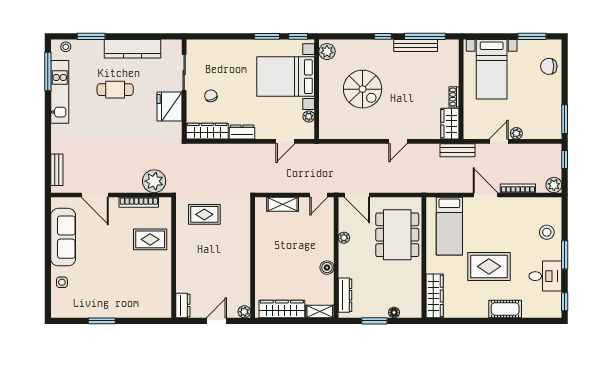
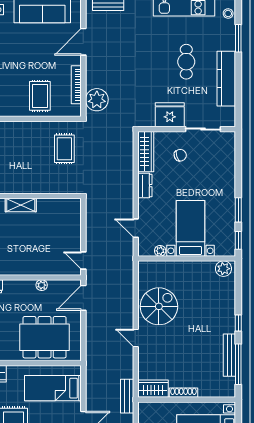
bed with nightstands: (286, 77) -> (190, 228), width x0.73
spiral stairs: (363, 89) -> (159, 306), moved, turned 180
shoe rack: (454, 97) -> (183, 393), width x1.43
shelving: (283, 204) -> (21, 205), moved, turned 90
boiler: (327, 268) -> (12, 269), removed

